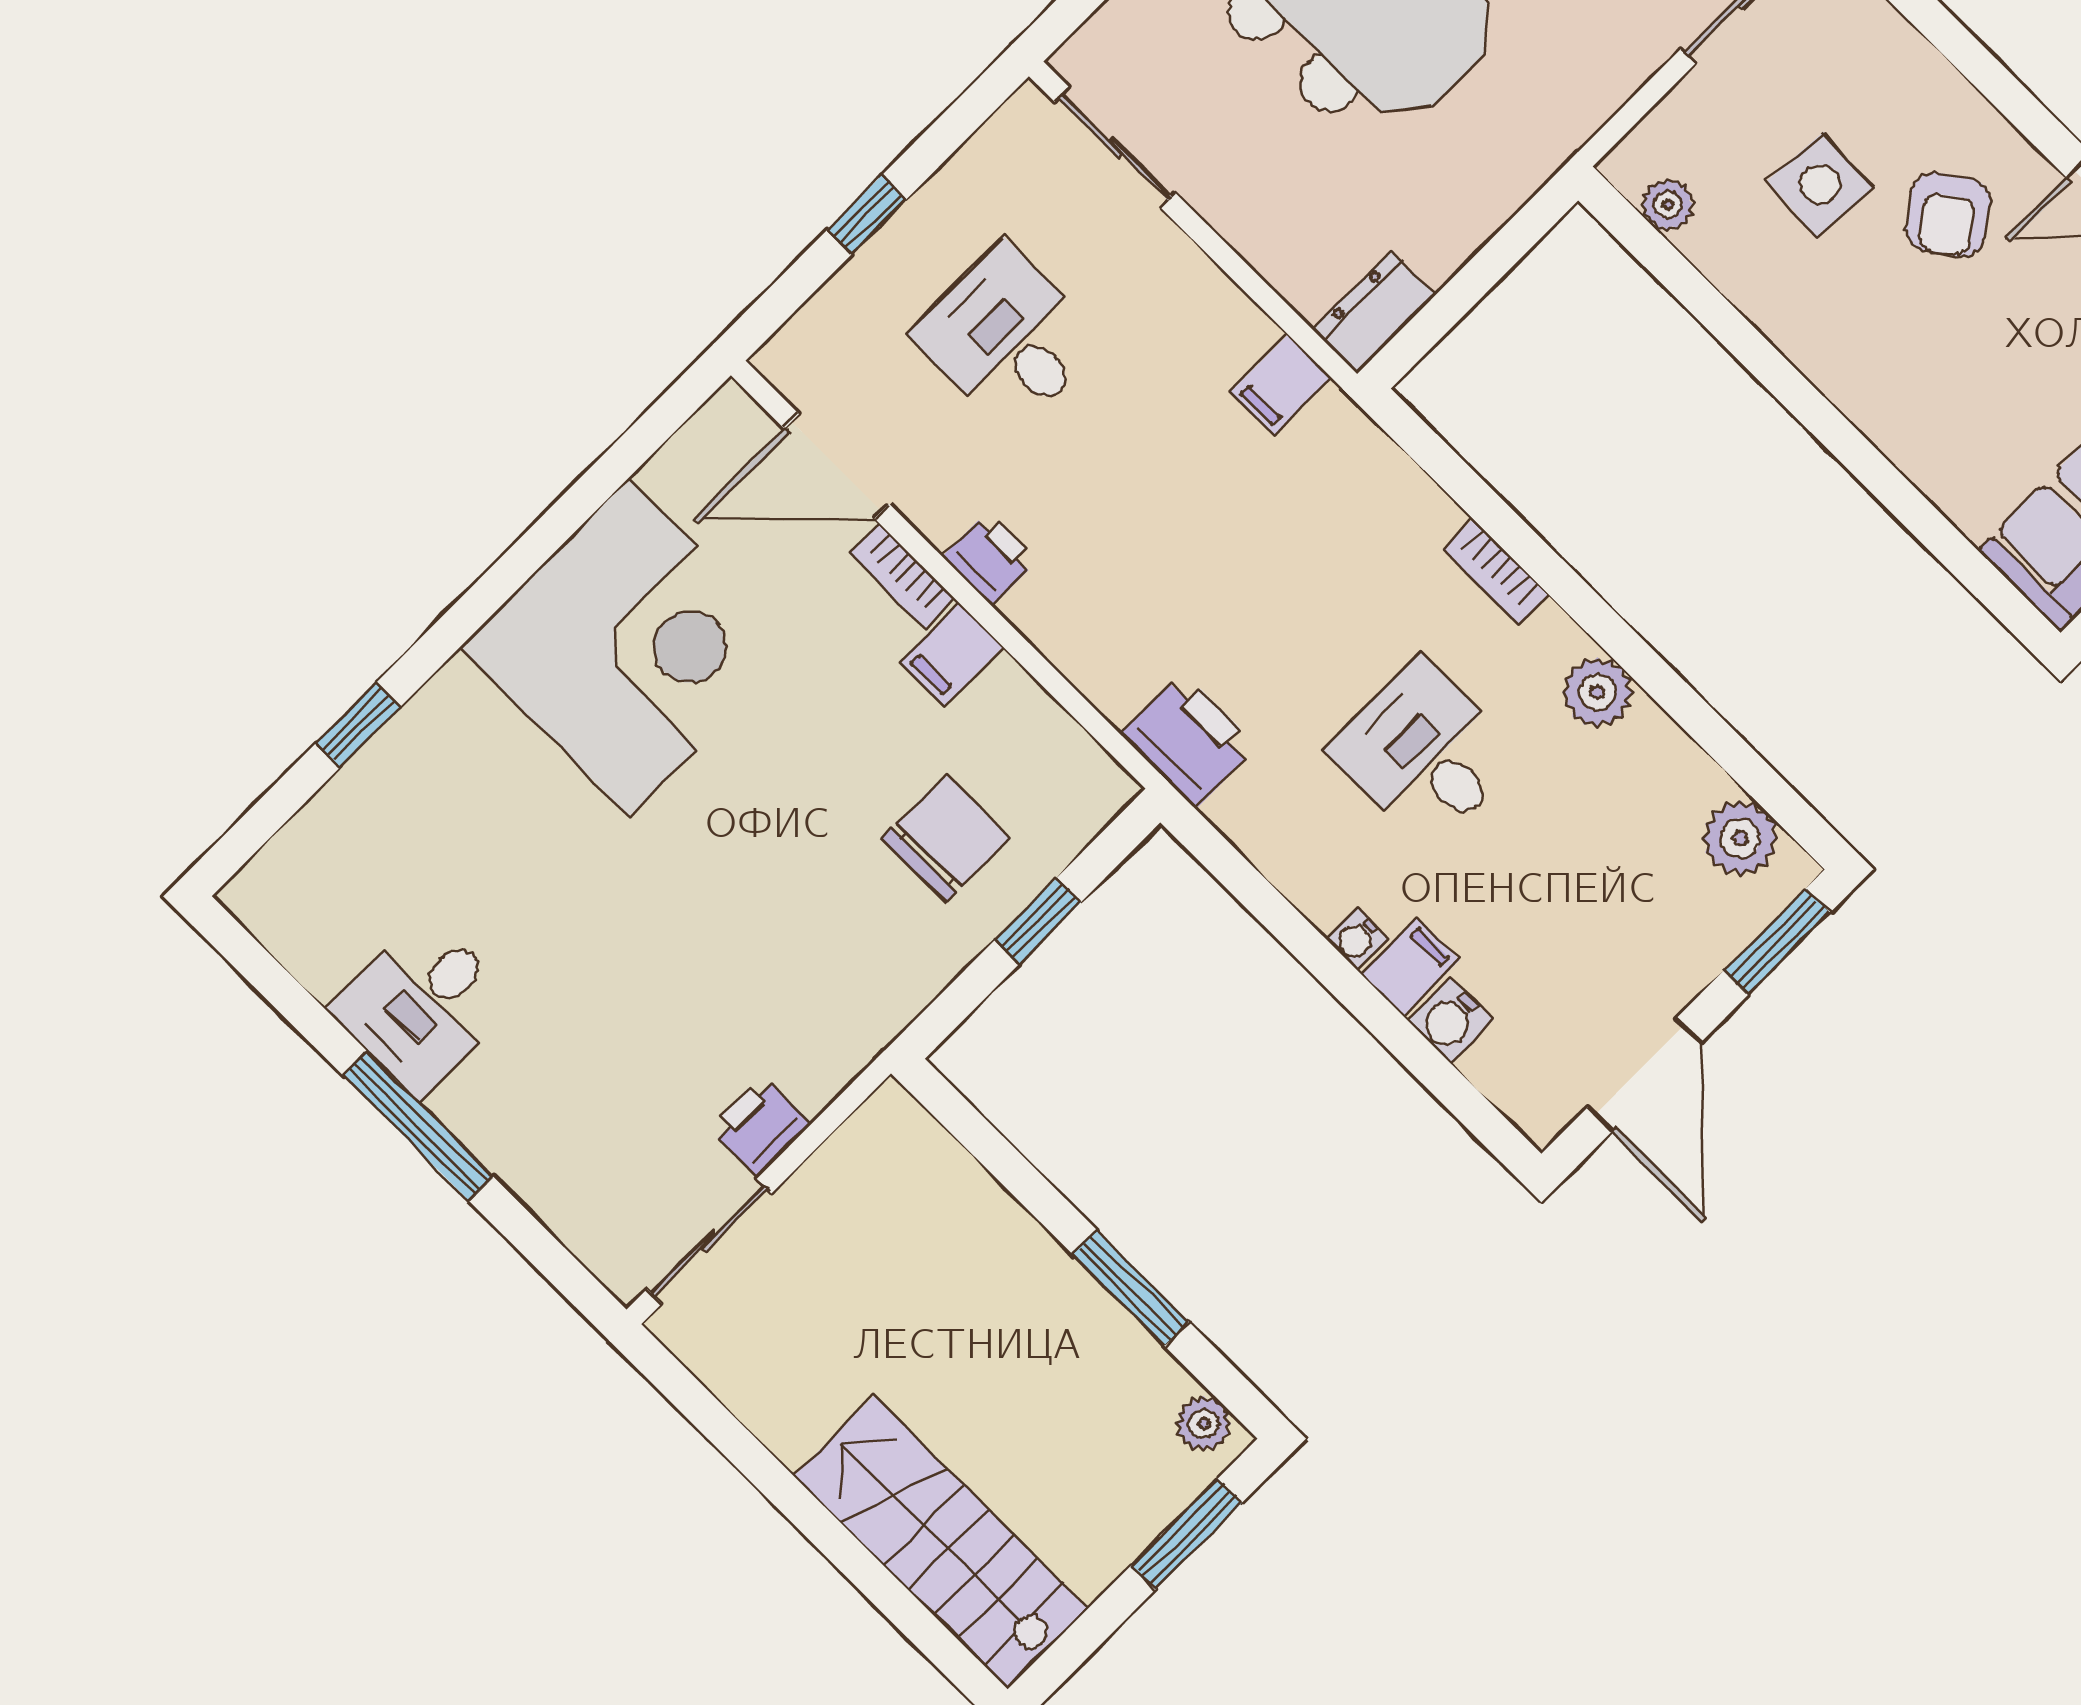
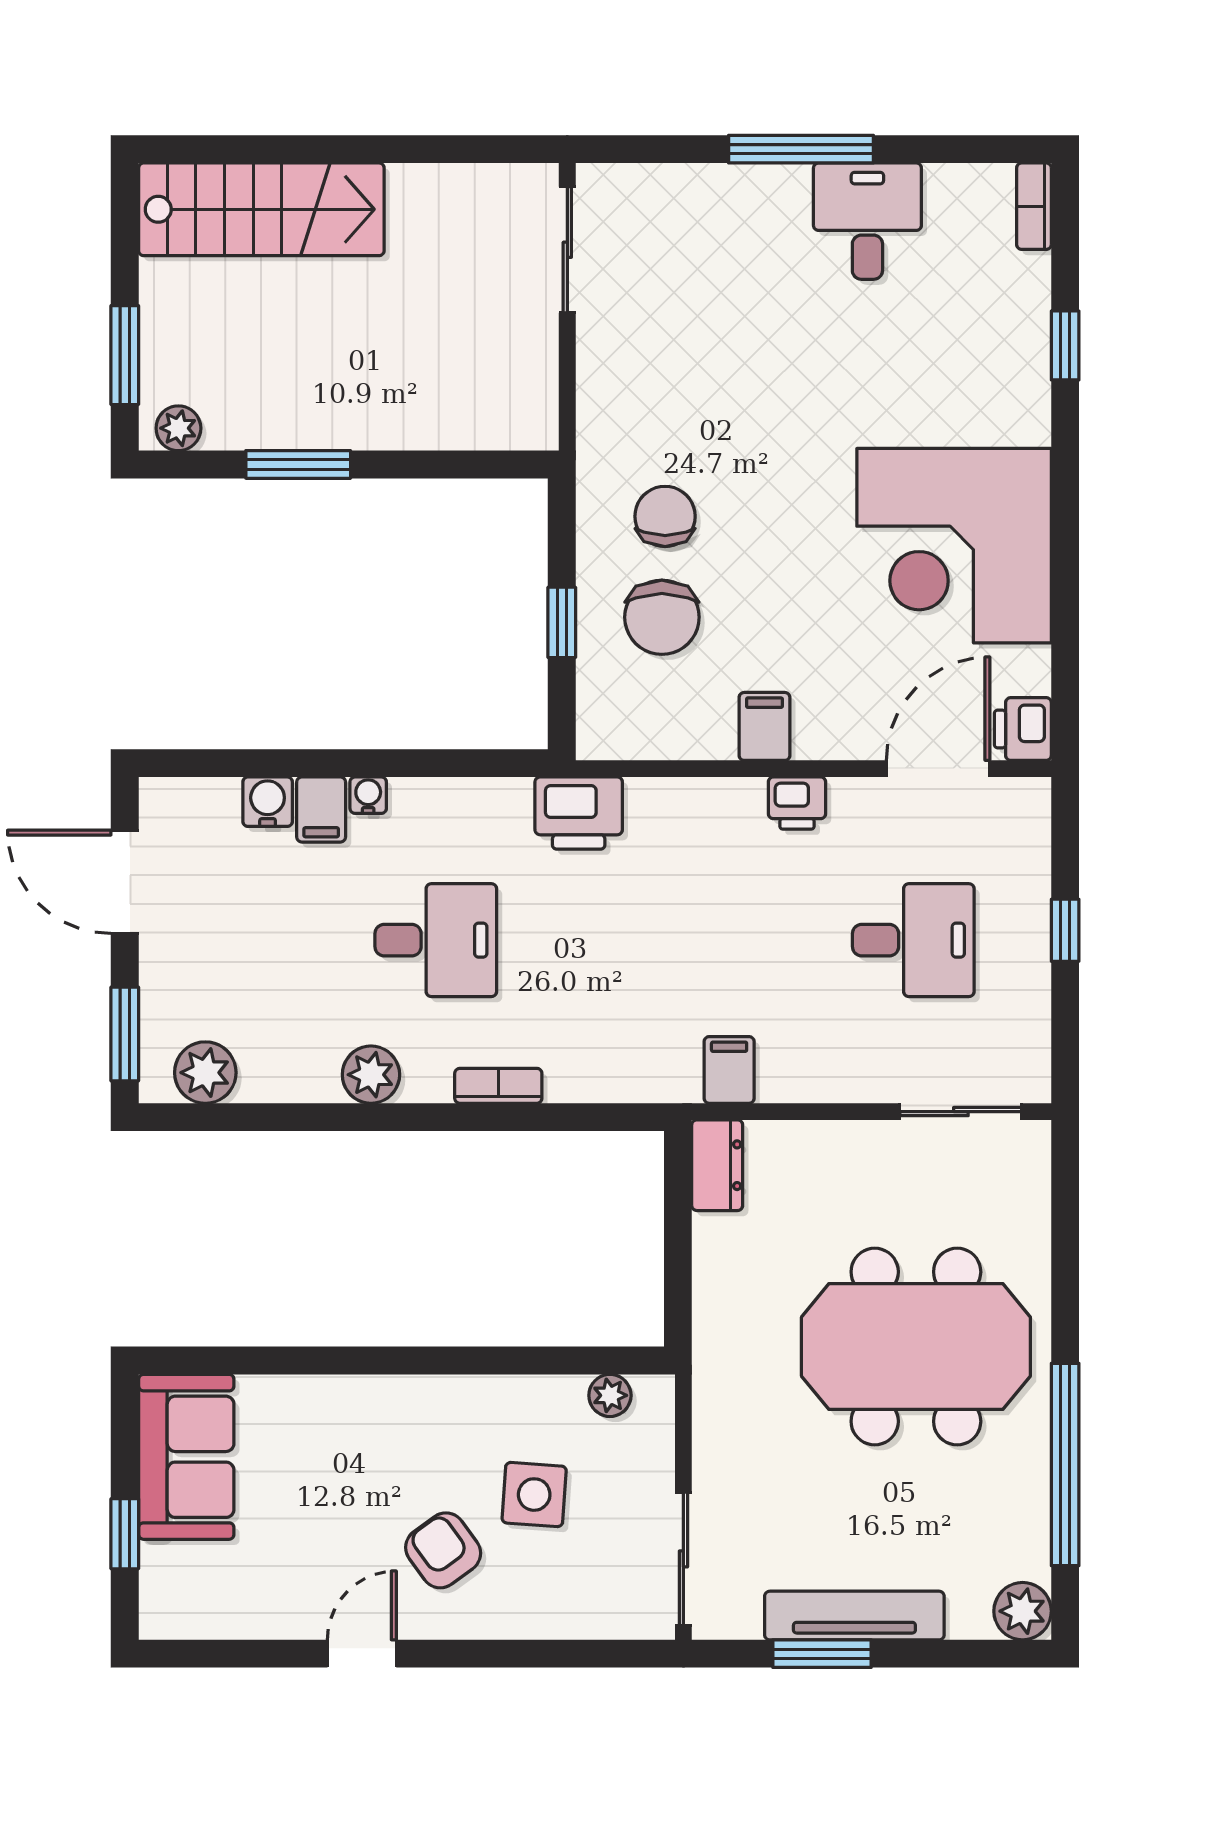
bookcase: (902, 576) -> (1034, 206), moved, turned -90
chair: (856, 924) -> (665, 516), added
printer: (760, 1126) -> (1023, 729), moved, turned 180

